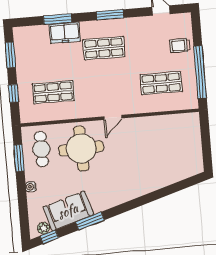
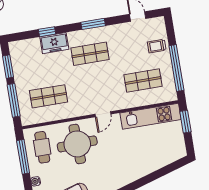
window: (57, 19) -> (47, 32), width x0.67
window: (14, 93) -> (14, 100), width x2.17
kitchen unit: (166, 124) -> (151, 116), added
window: (205, 133) -> (185, 122), added
window: (19, 158) -> (23, 157), width x1.44

